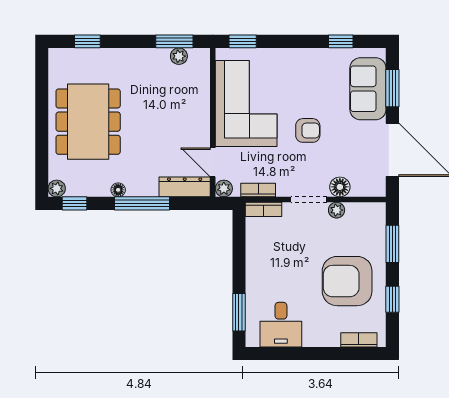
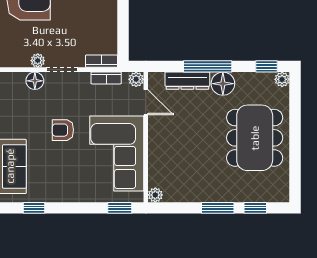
window: (174, 41) -> (218, 208), moved
plant: (179, 56) -> (155, 195), moved
dresser: (185, 187) -> (187, 81), moved
floor lamp: (118, 190) -> (223, 84), width x1.89, depth x1.89

